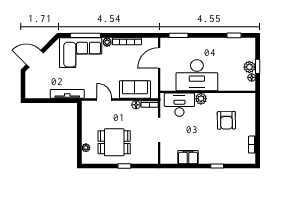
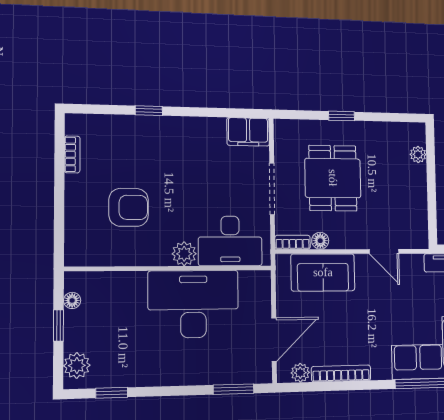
plant: (107, 42) -> (300, 373), moved
plant: (249, 67) -> (77, 366), moved
armchair: (226, 120) -> (129, 207), turned 91
dining table: (114, 142) -> (333, 178), moved, turned 90
filing cabinet: (188, 157) -> (248, 132), moved

